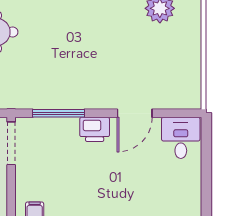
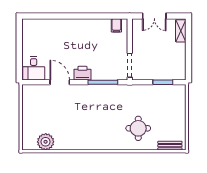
door: (135, 113) -> (60, 82), hinge flipped

